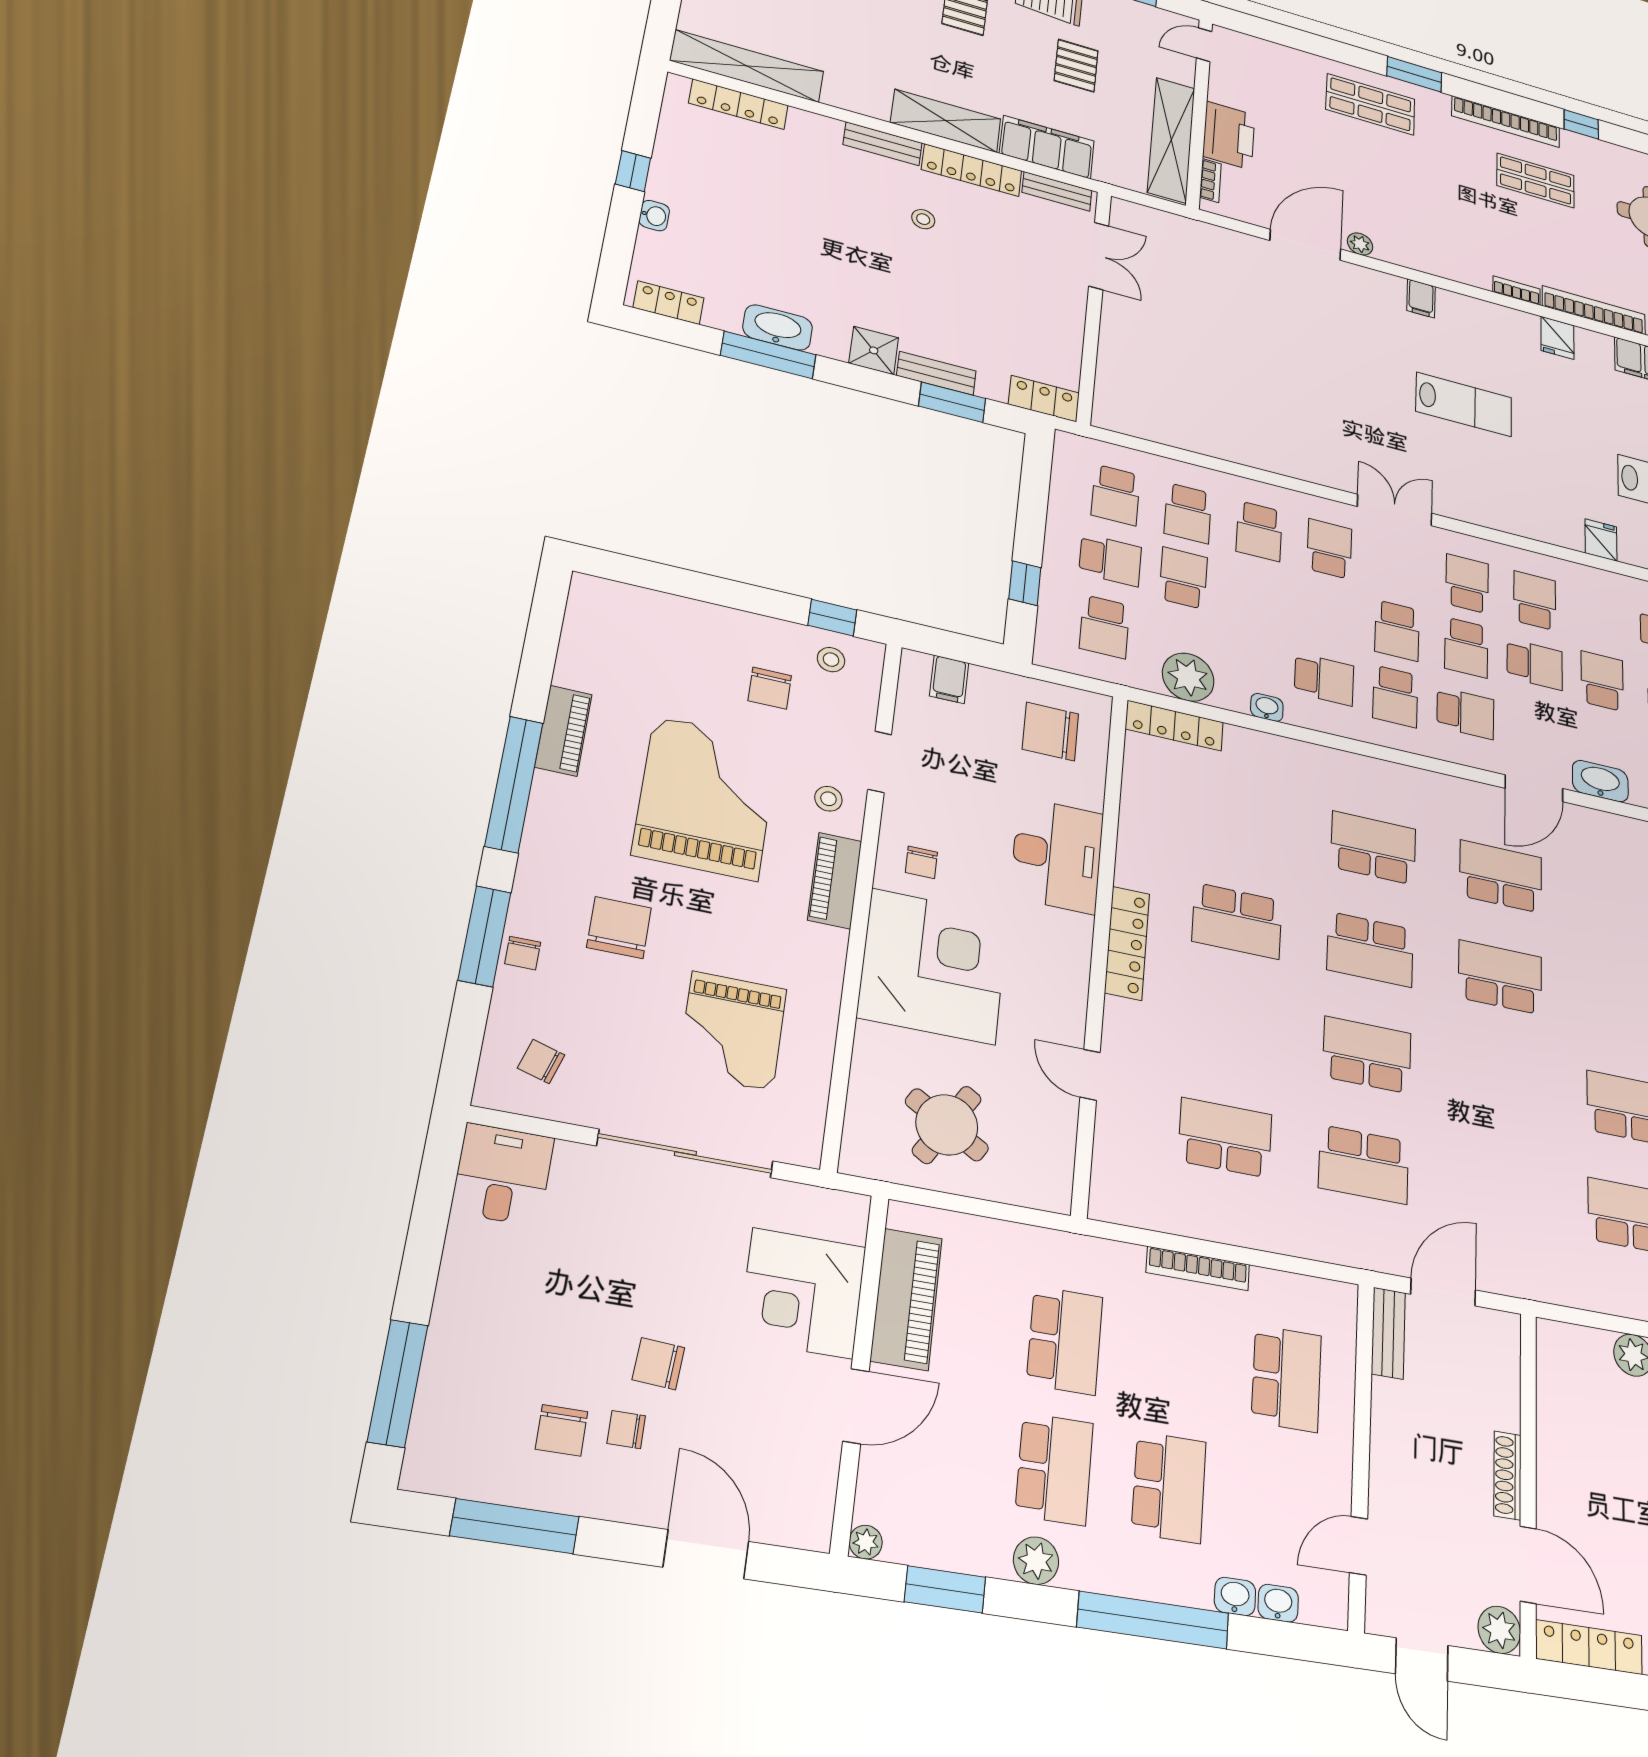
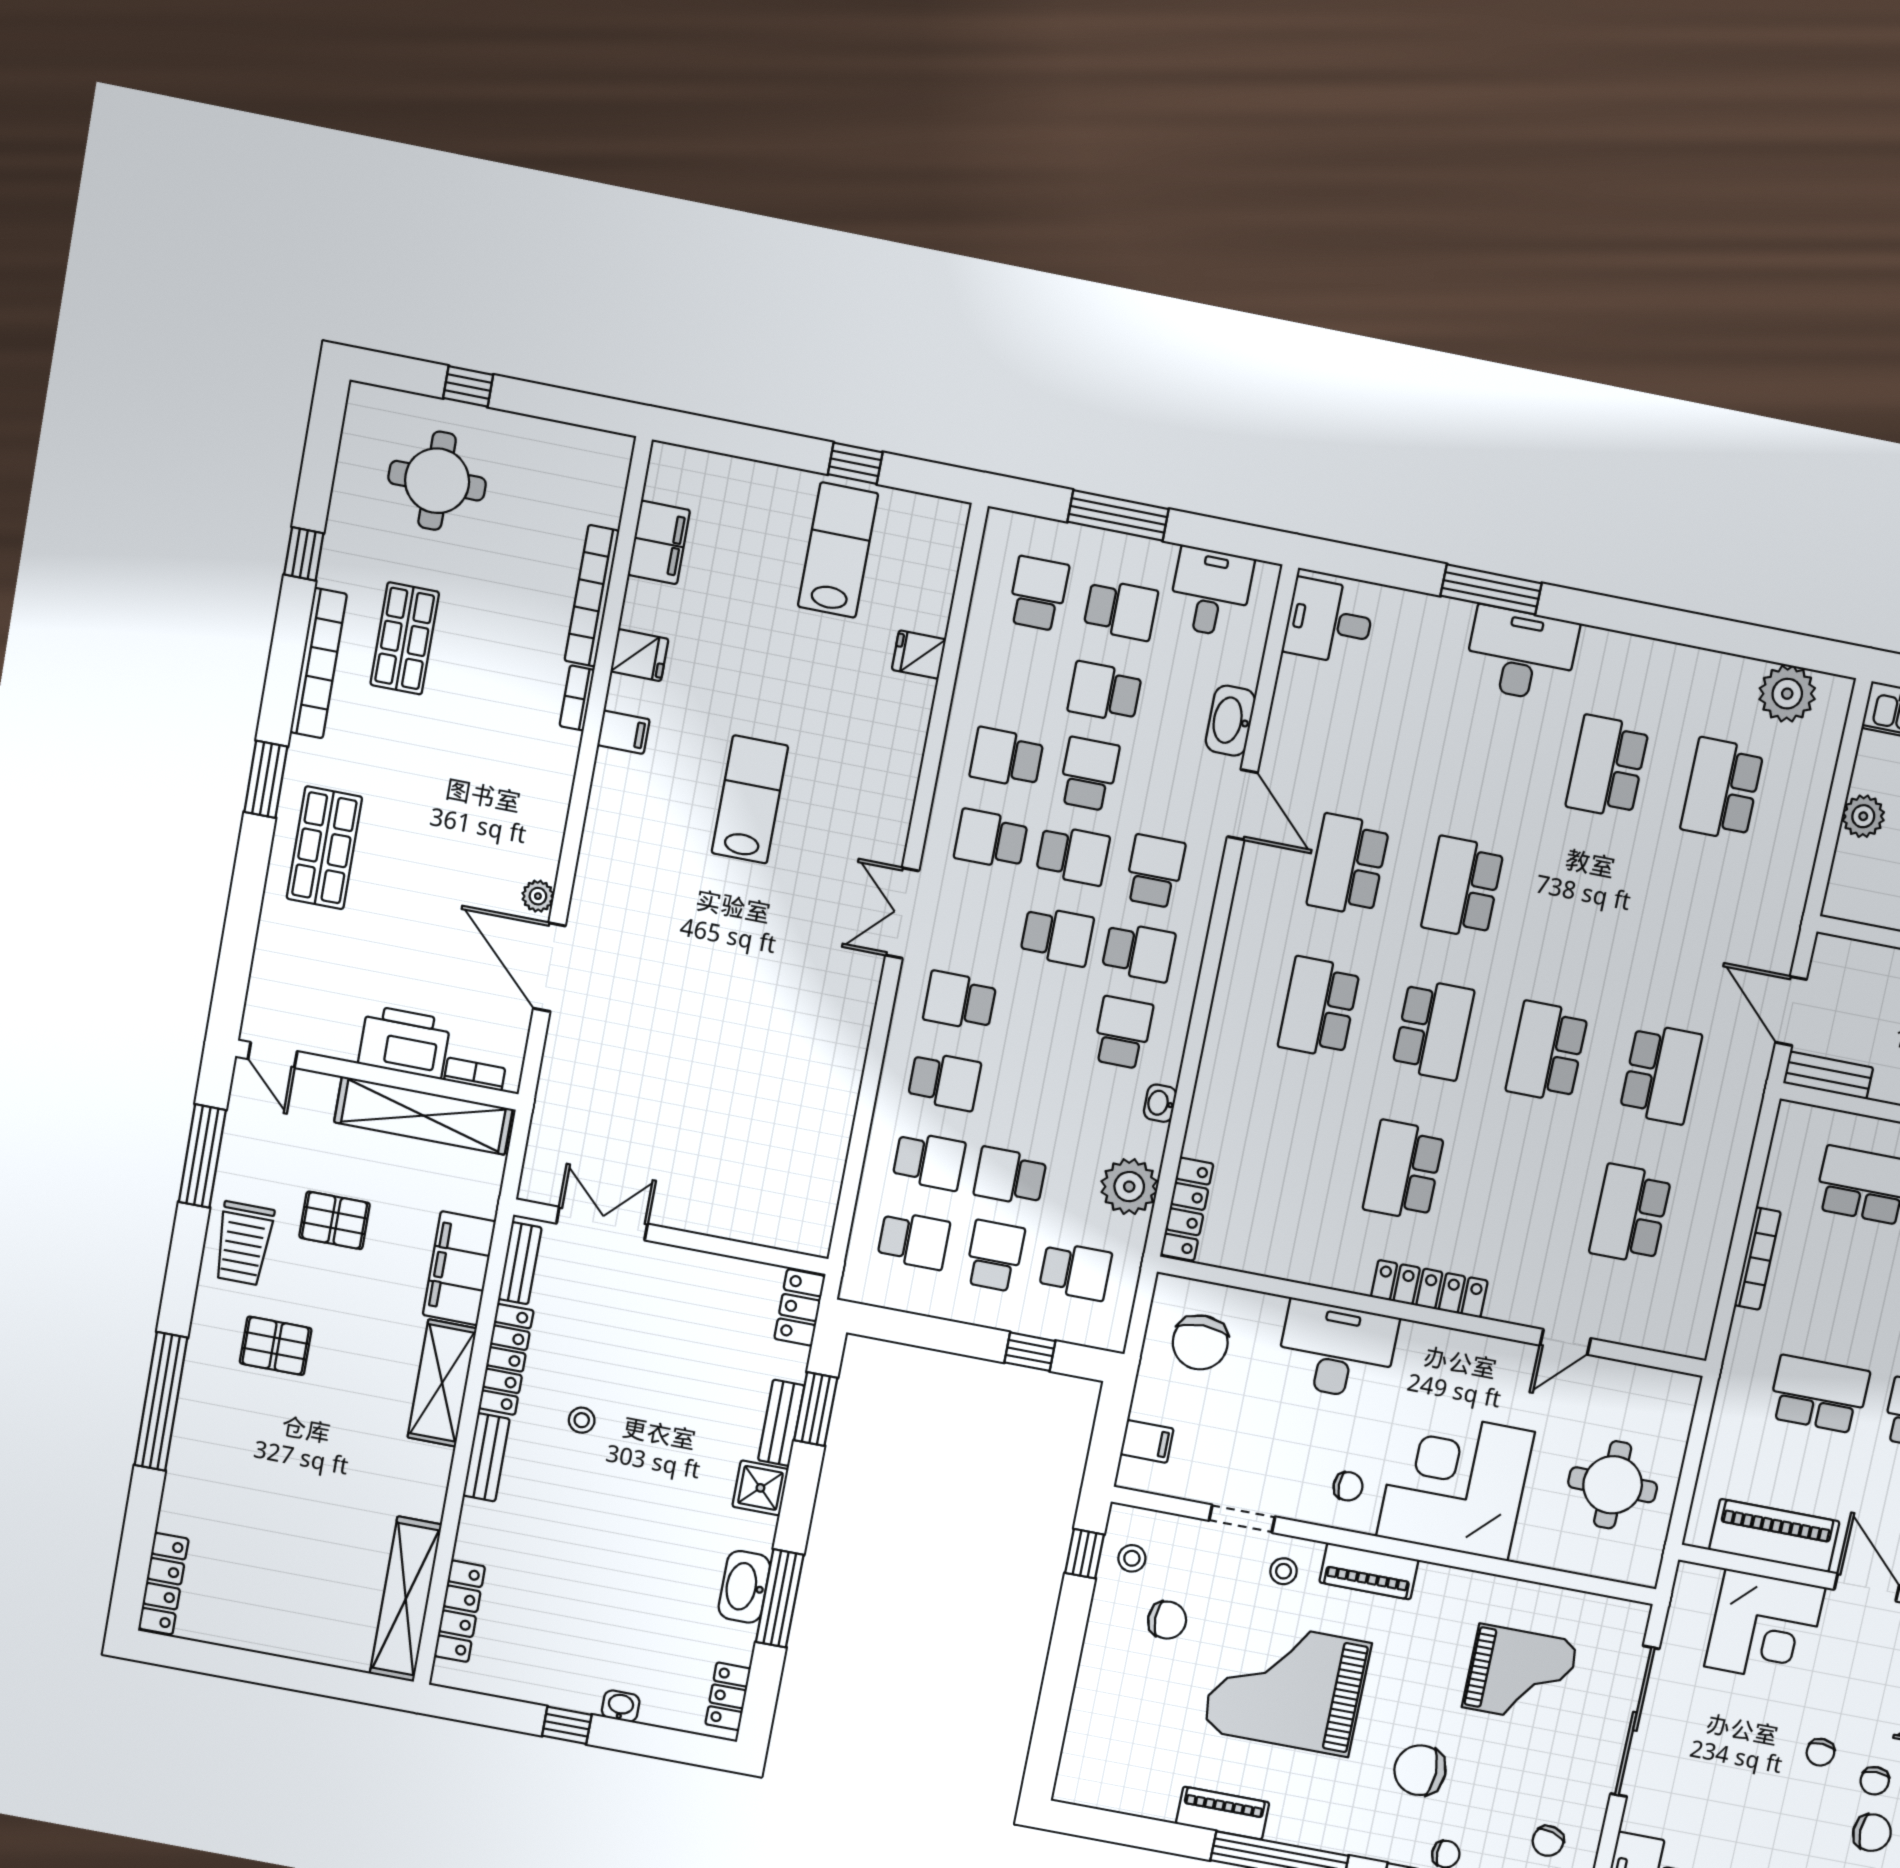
filing cabinet: (1421, 298) -> (623, 732), moved
school desk: (1237, 921) -> (1404, 1170), turned 180
round table: (947, 1125) -> (1613, 1485), turned -31
chair: (658, 1364) -> (1820, 1752), width x0.73, depth x0.73

